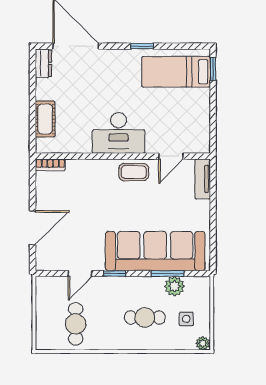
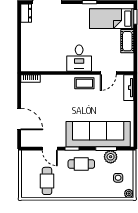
cot: (45, 119) -> (127, 41), moved
desk: (119, 133) -> (79, 58), width x0.73
door: (33, 228) -> (19, 119), hinge flipped
door: (80, 274) -> (50, 149), hinge flipped
cafe table: (145, 317) -> (81, 164), moved

